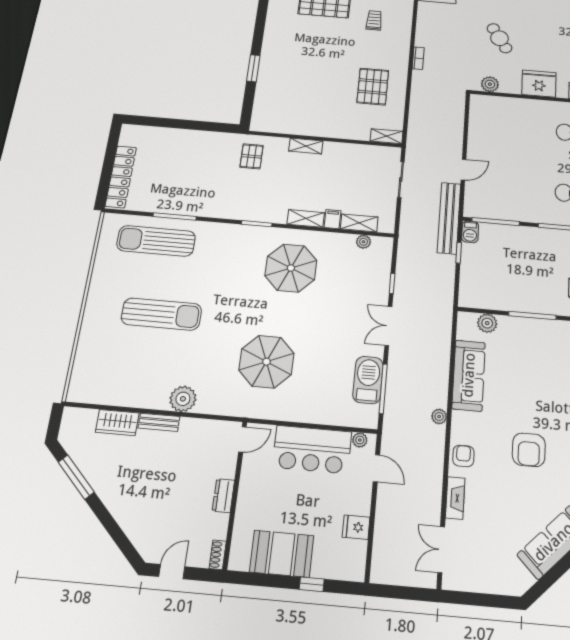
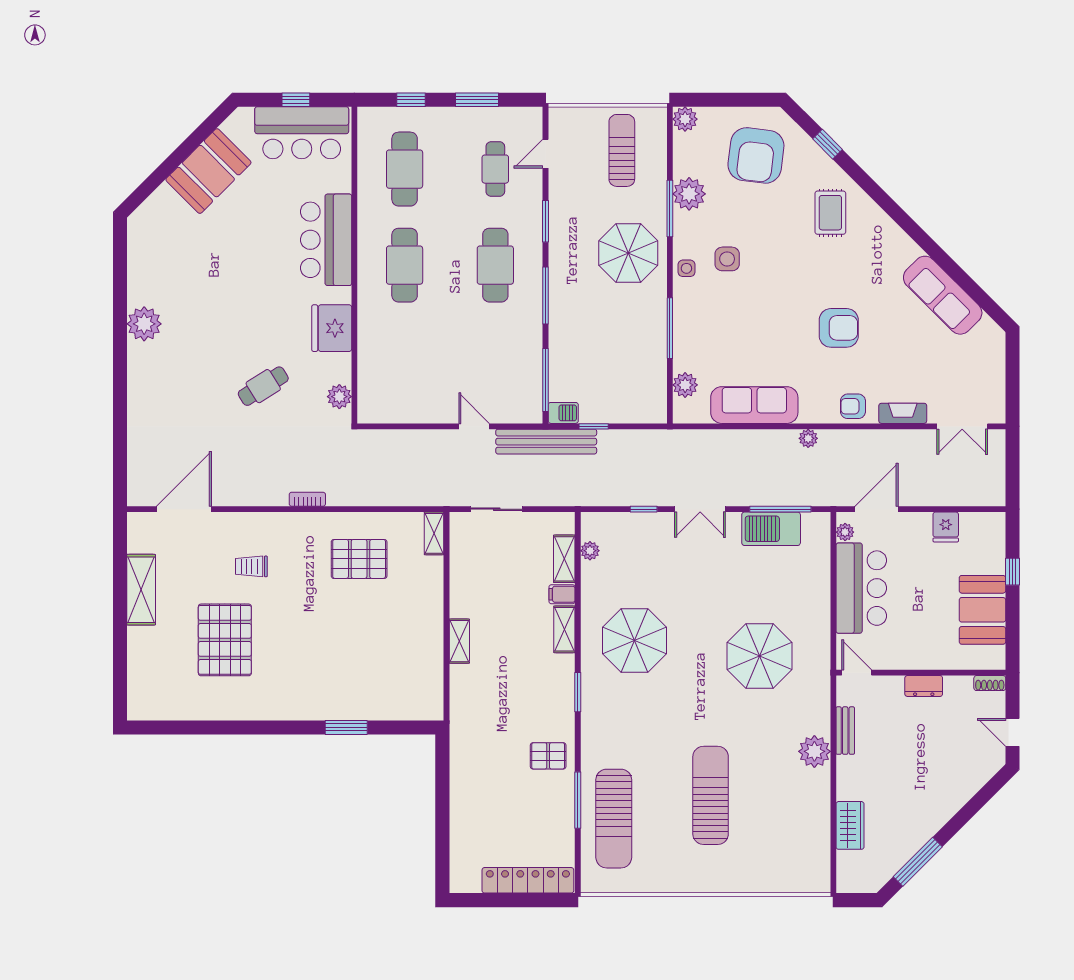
pallet: (252, 156) -> (548, 756), moved
bench: (159, 422) -> (845, 731), moved
door: (376, 468) -> (877, 509), width x1.37

